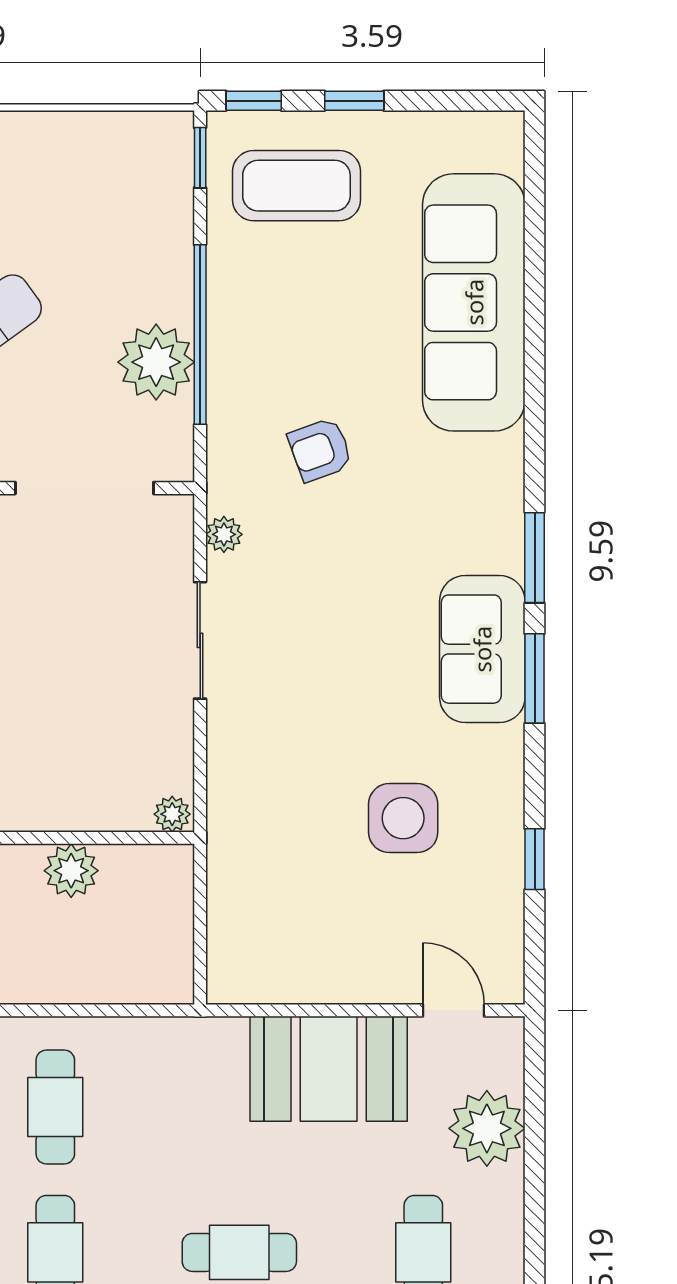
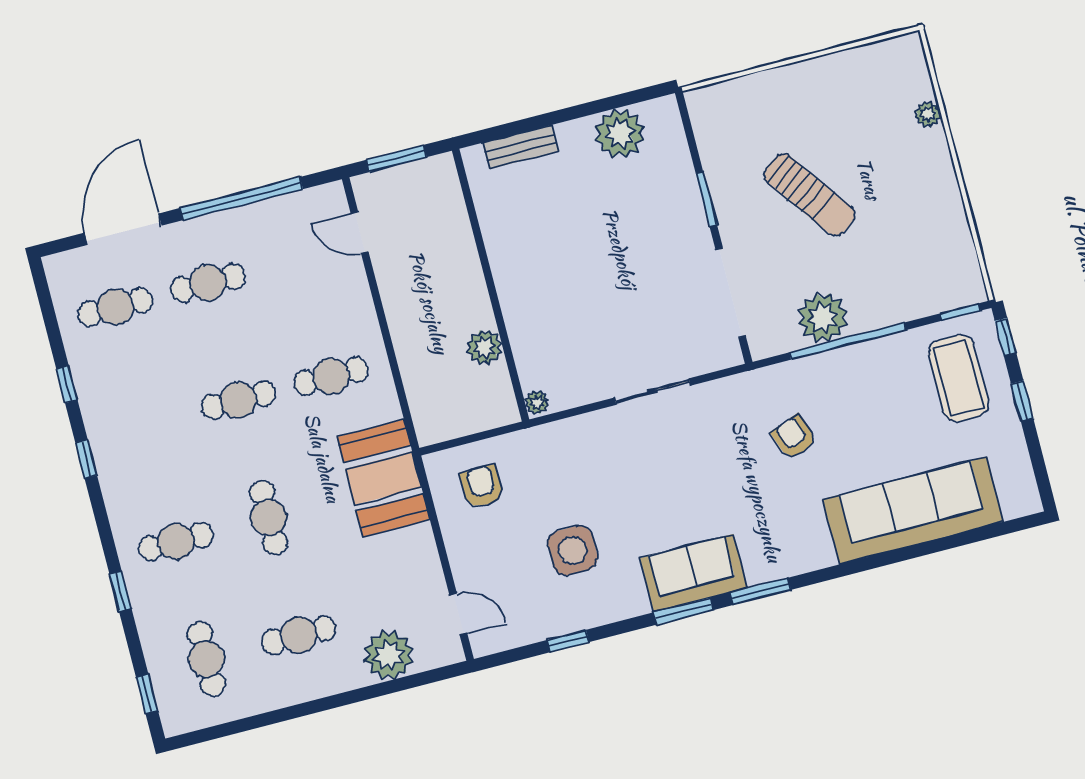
plant: (224, 534) -> (724, 389), removed
armchair: (275, 927) -> (482, 486), added
door: (453, 1010) -> (458, 614), hinge flipped
booth: (329, 1069) -> (383, 478), moved

